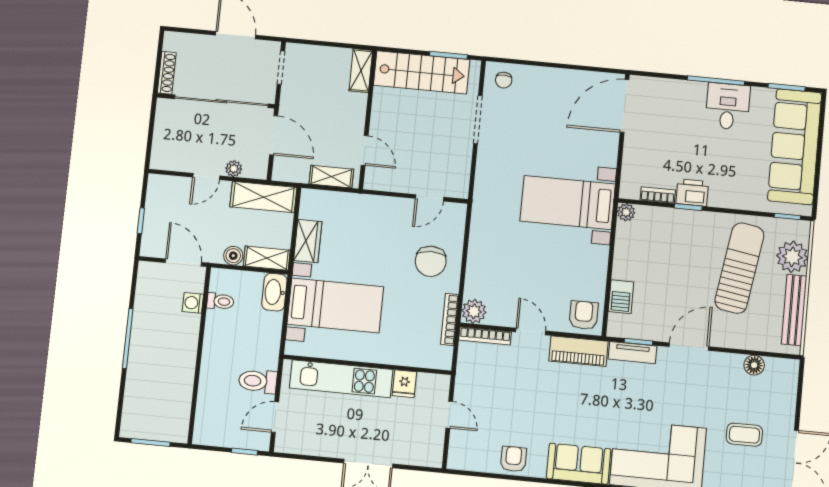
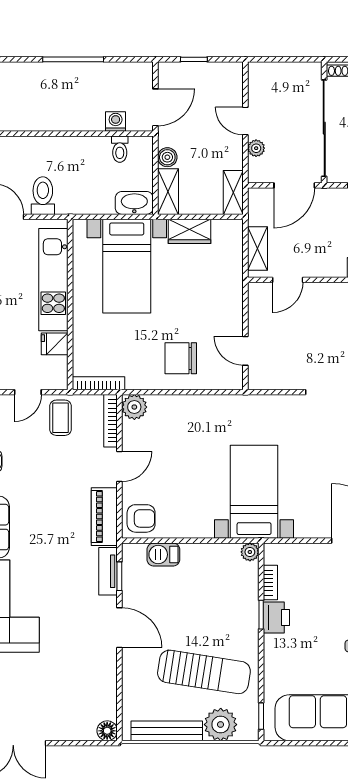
shelving: (263, 197) -> (233, 192), width x0.67, depth x0.75
bookcase: (450, 319) -> (98, 383), moved
floor lamp: (754, 365) -> (107, 731), moved
coffee table: (744, 435) -> (61, 418), moved

